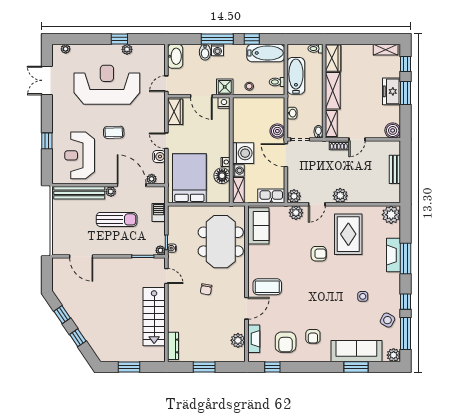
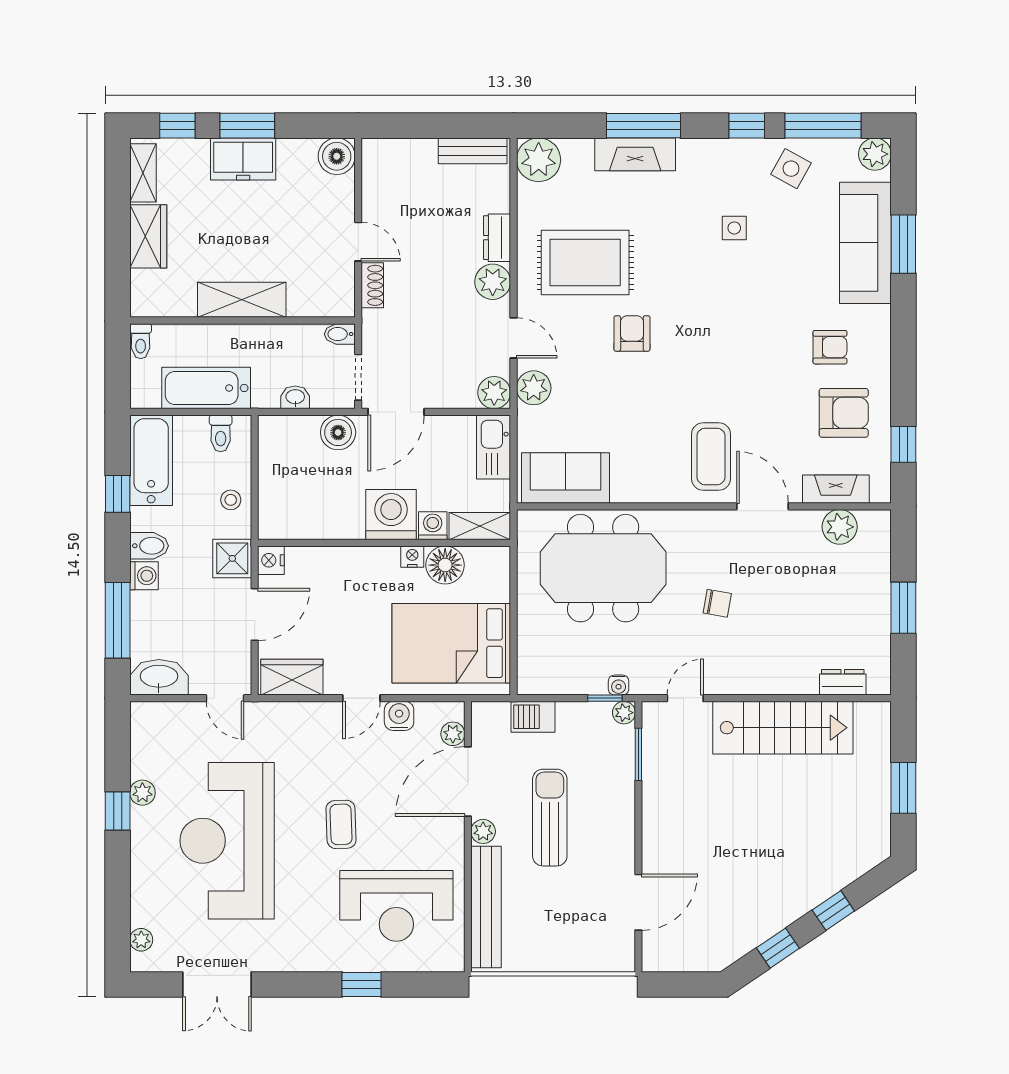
window: (217, 39) -> (118, 620), moved
bidet: (205, 52) -> (149, 546), moved
wardrobe: (333, 58) -> (148, 236), moved, turned 90
shelving: (331, 123) -> (320, 303), removed
bench: (395, 169) -> (473, 151), moved
dresser: (359, 197) -> (497, 238), added
dresser: (173, 346) -> (843, 682), width x0.70

